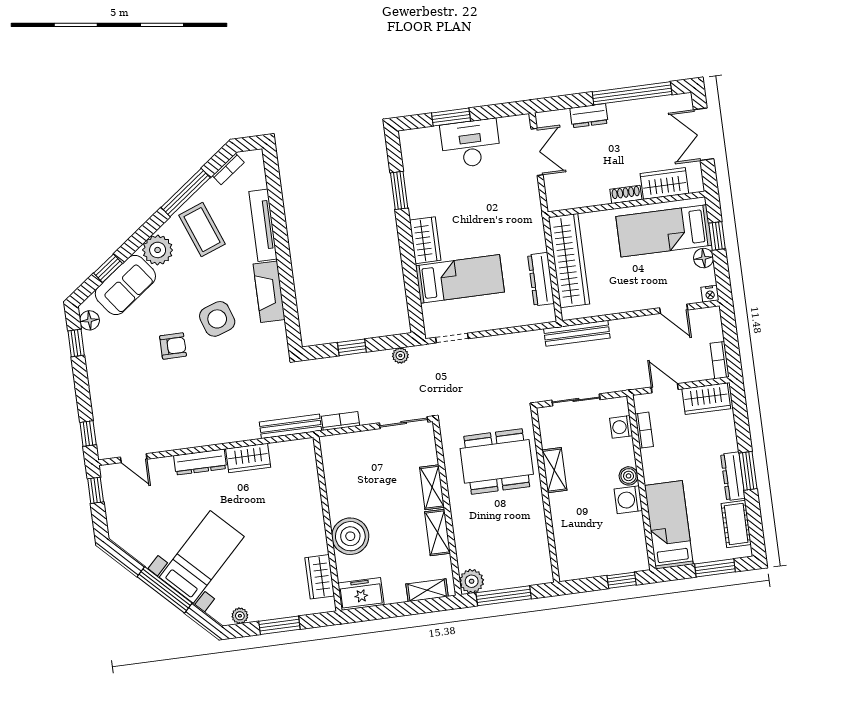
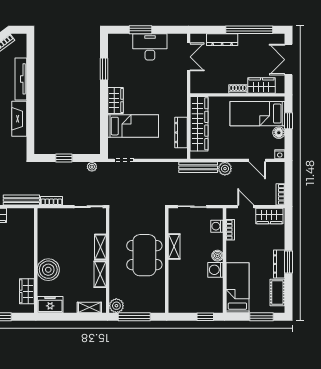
dresser: (589, 116) -> (222, 40), width x1.44
plant: (622, 330) -> (225, 169), added
dining table: (497, 461) -> (144, 255), moved, turned 90

